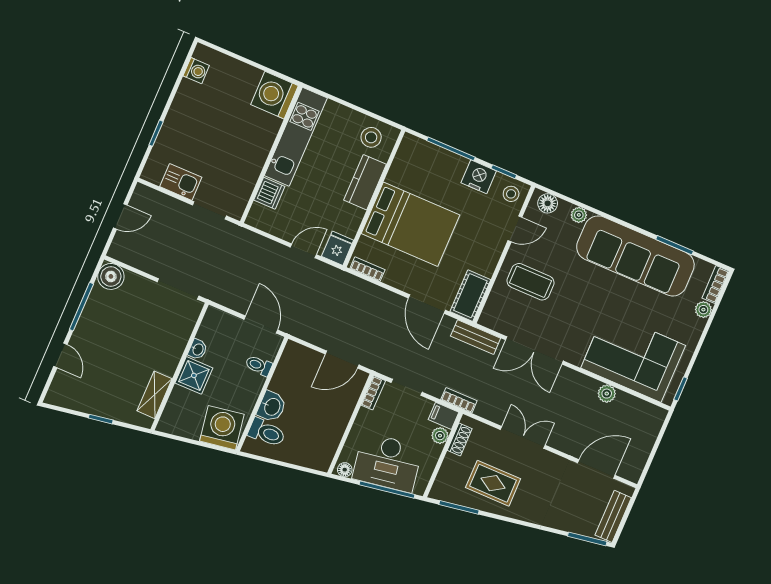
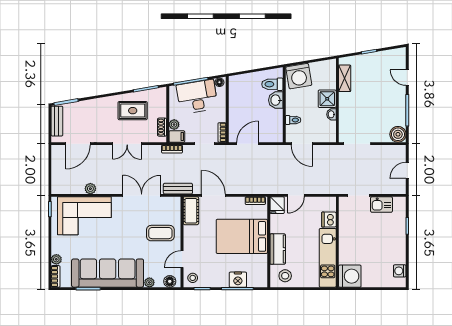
nightstand: (479, 177) -> (238, 280), moved

